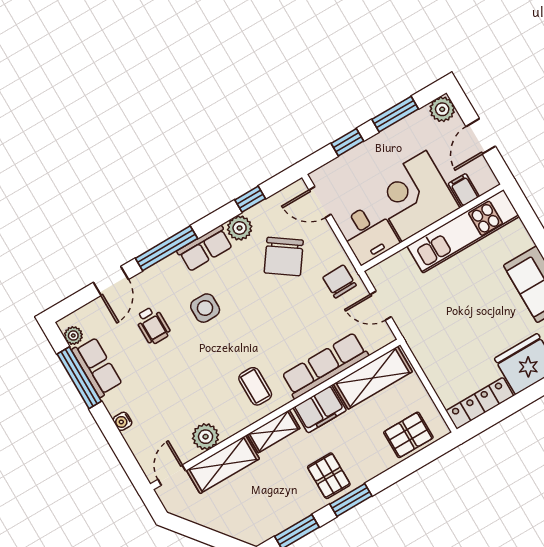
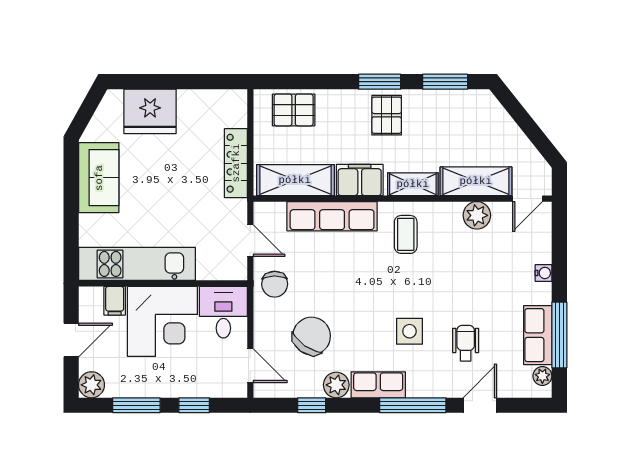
locker: (480, 403) -> (236, 163), moved, turned 90

